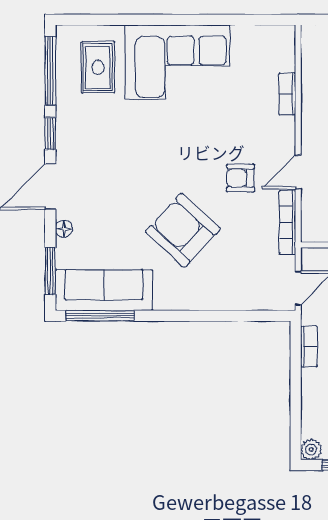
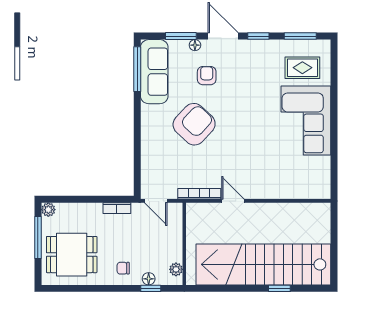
window: (50, 71) -> (300, 36), width x0.69
bookcase: (287, 94) -> (285, 194), removed
armchair: (241, 178) -> (207, 76), moved
window: (50, 271) -> (181, 36), moved

